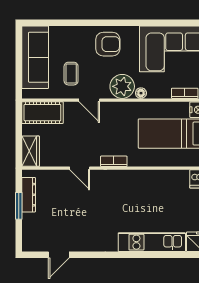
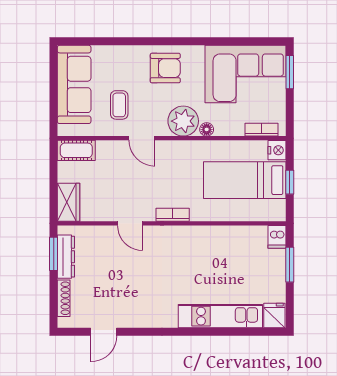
cot: (42, 113) -> (76, 150), width x0.73, depth x0.75
window: (19, 206) -> (54, 254), moved
shoe rack: (27, 228) -> (64, 298), added

